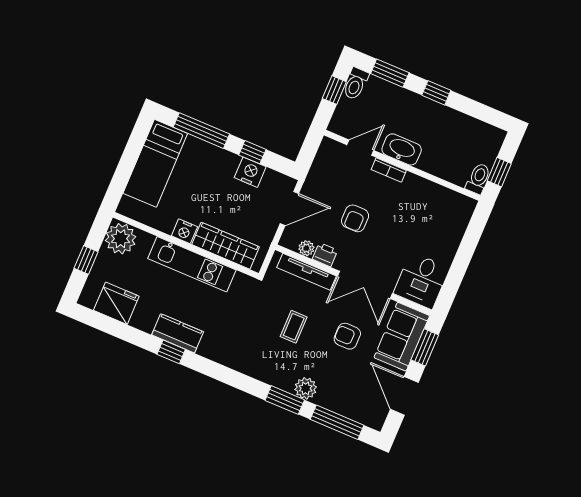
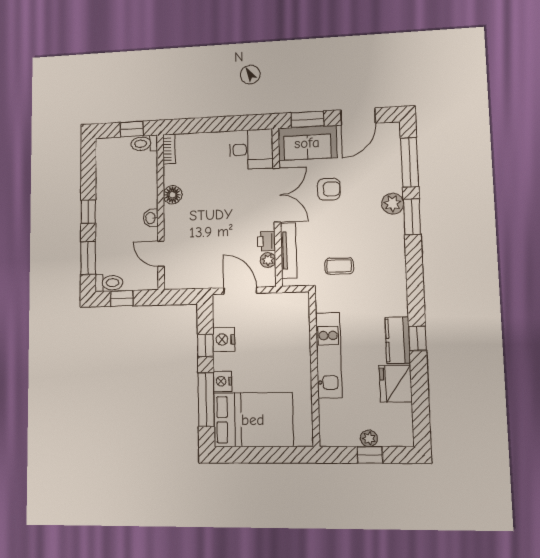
washbasin: (402, 149) -> (151, 218), width x0.52, depth x0.69
bed: (155, 163) -> (253, 420), width x1.50
bookcase: (389, 170) -> (169, 149), moved
floor lamp: (413, 184) -> (172, 195), added
armchair: (355, 218) -> (223, 230), removed
nightstand: (184, 231) -> (222, 381), moved, turned 180
plant: (121, 239) -> (369, 438), moved, width x0.53, depth x0.53
wardrobe: (226, 246) -> (298, 332), removed
fridge: (116, 303) -> (396, 384), moved
coffee table: (294, 327) -> (339, 266), moved
armchair: (347, 336) -> (329, 189), turned -90

